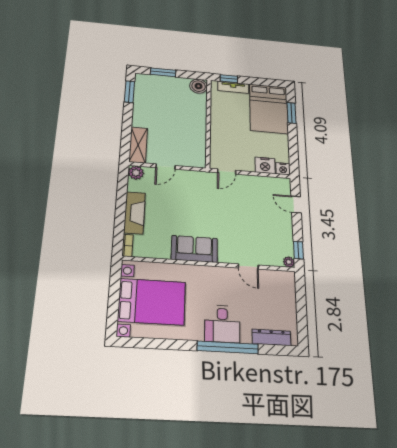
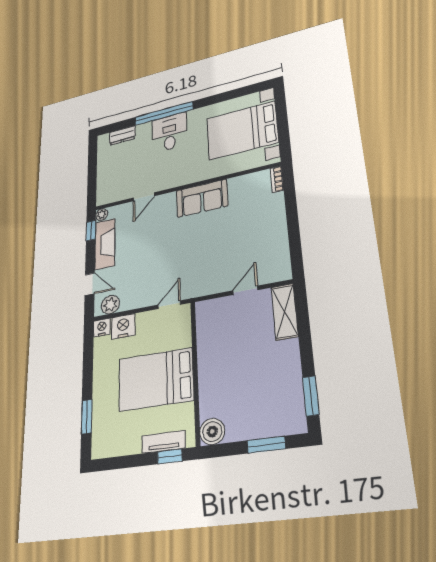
bed: (269, 109) -> (156, 379), moved, turned -90
plant: (136, 173) -> (110, 305), moved
fireplace: (135, 213) -> (105, 244), moved, turned 180
door: (248, 266) -> (144, 197), swing flipped
dresser: (271, 337) -> (122, 135), width x0.70

